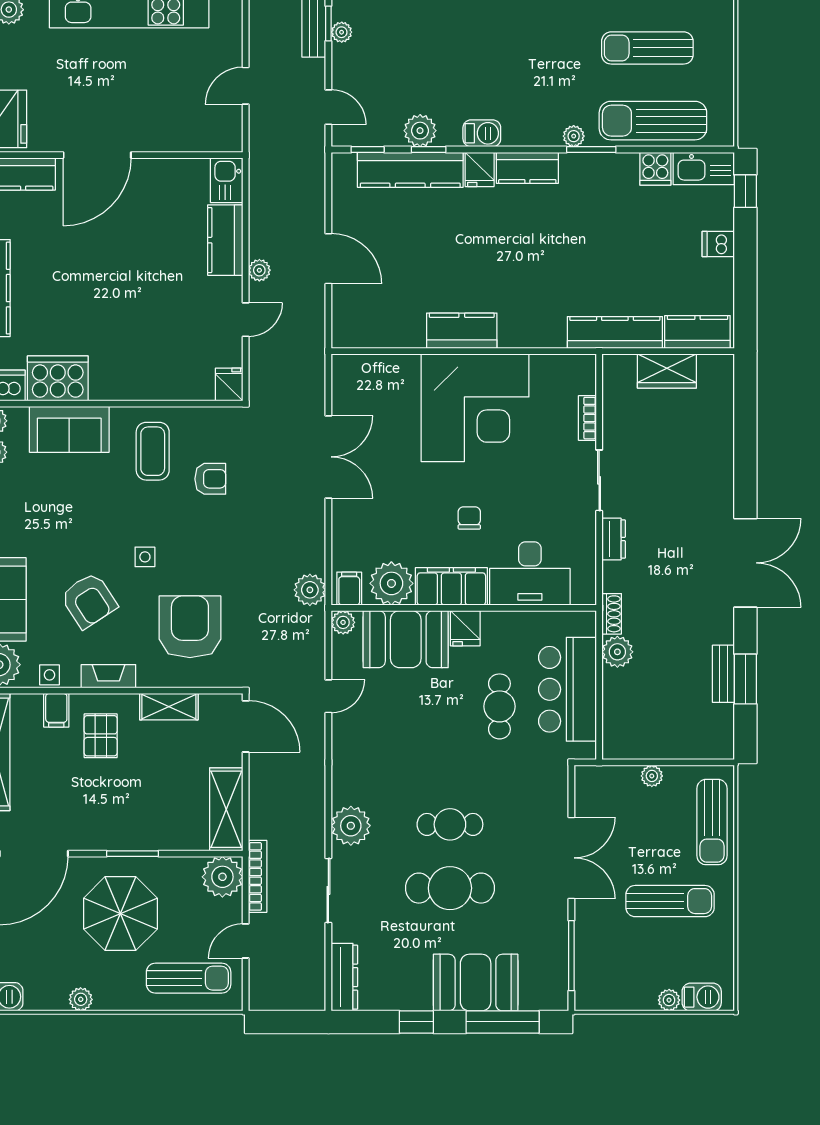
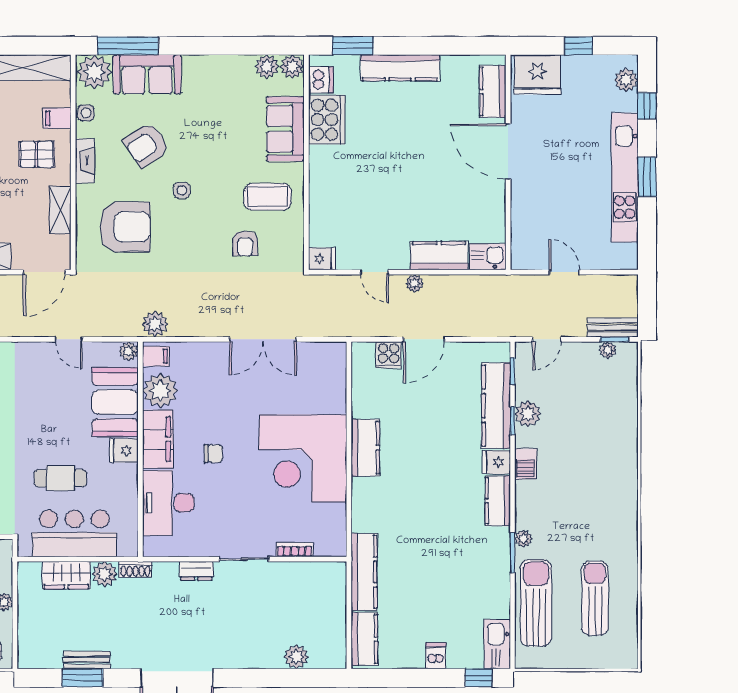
cooker: (655, 169) -> (389, 355), moved, turned -90
wardrobe: (667, 371) -> (66, 575), moved, turned -90
plant: (719, 416) -> (296, 657), added

